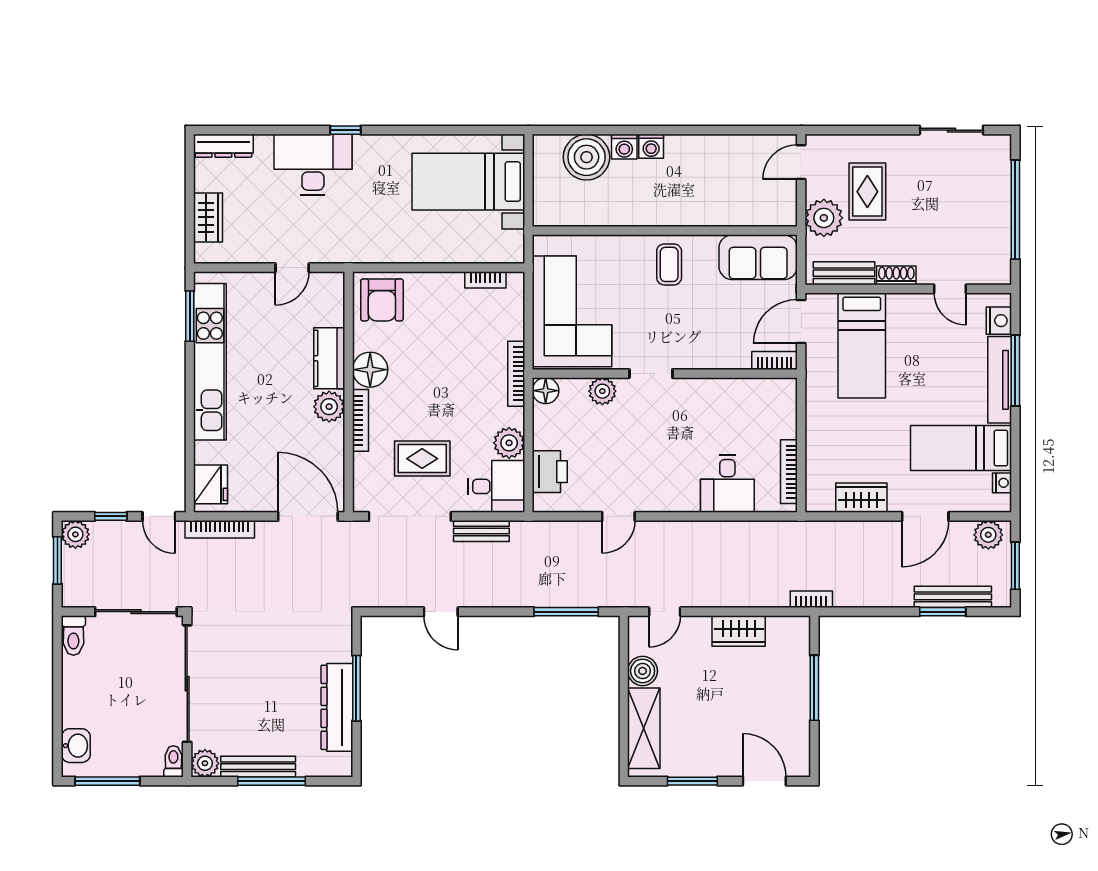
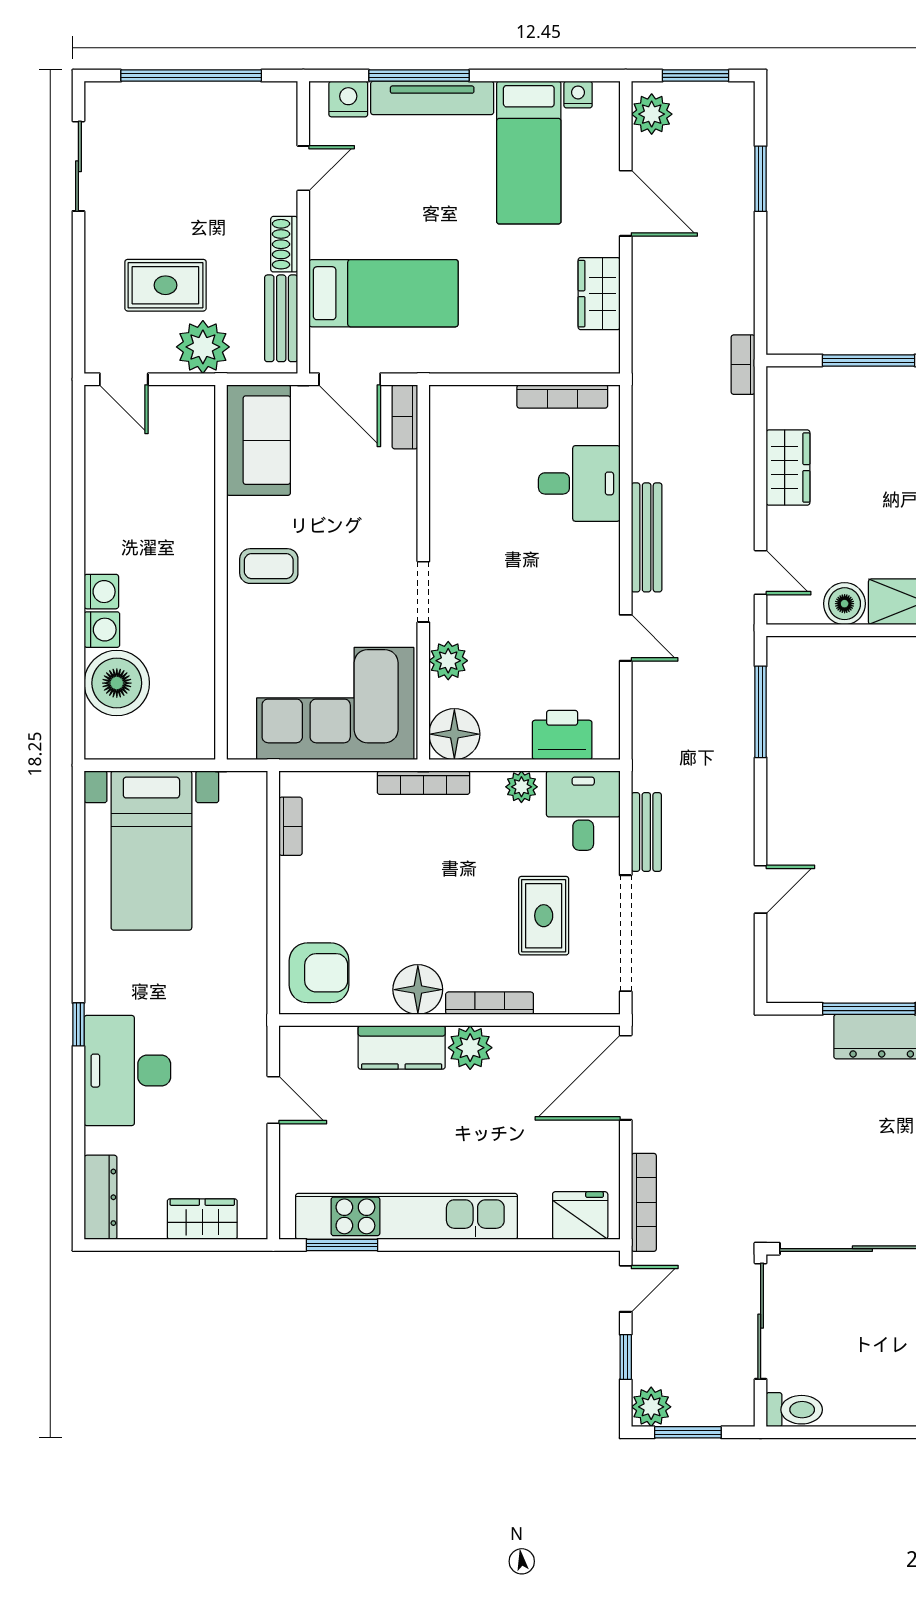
floor lamp: (546, 391) -> (454, 734), width x1.38, depth x1.38
plant: (509, 443) -> (521, 787), width x0.73, depth x0.73
bench: (953, 597) -> (647, 537), moved

